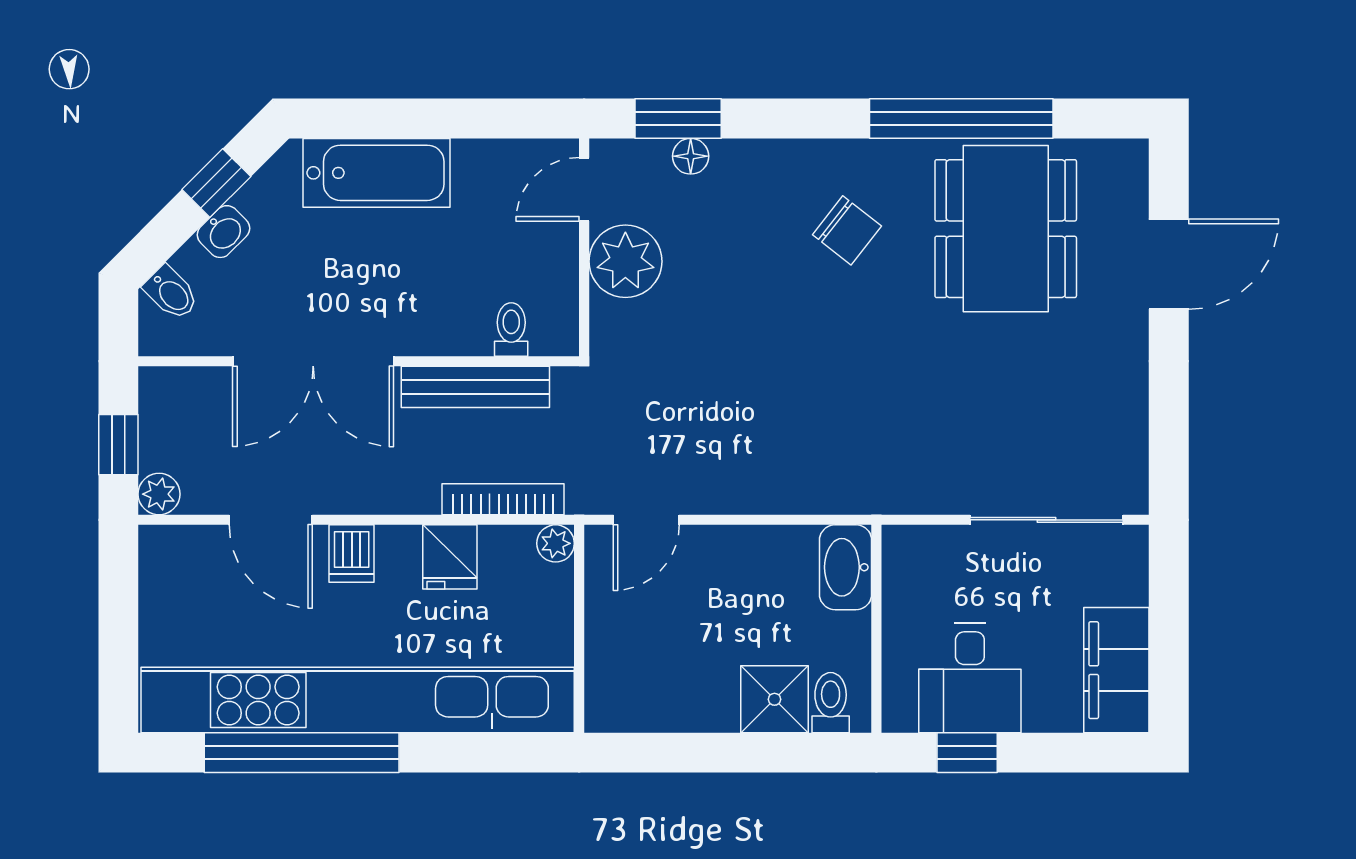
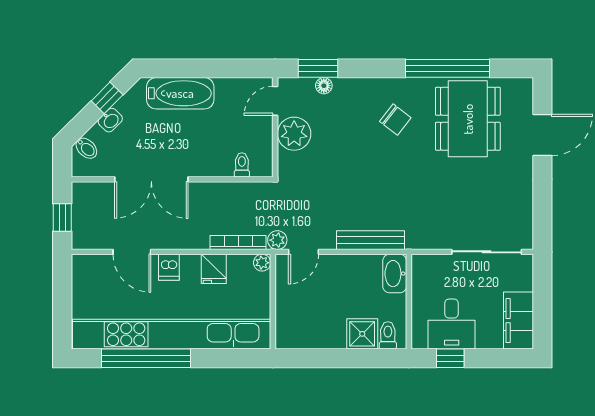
bench: (475, 387) -> (371, 240), moved
plant: (159, 494) -> (277, 240), moved

